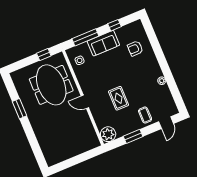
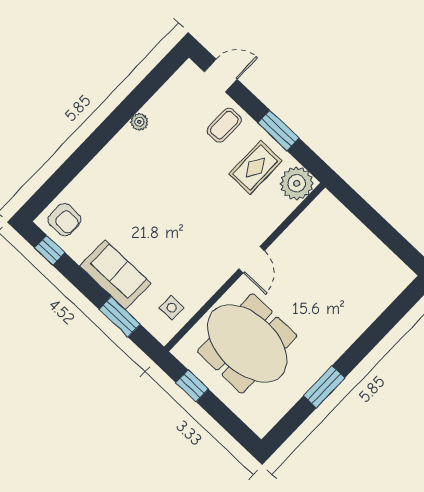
window: (115, 25) -> (50, 250), moved
window: (85, 37) -> (120, 317), width x0.69
armchair: (135, 48) -> (64, 220), moved
meeting table: (51, 85) -> (247, 343), turned 90
rug: (119, 98) -> (255, 168), moved

